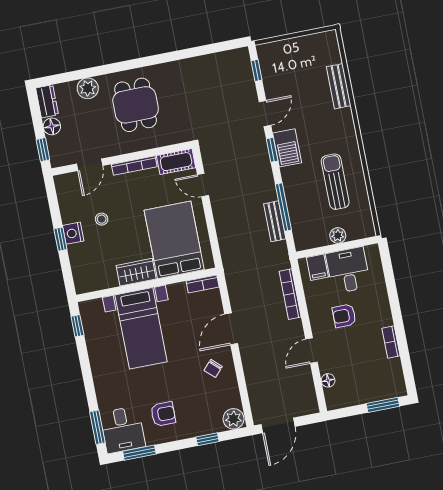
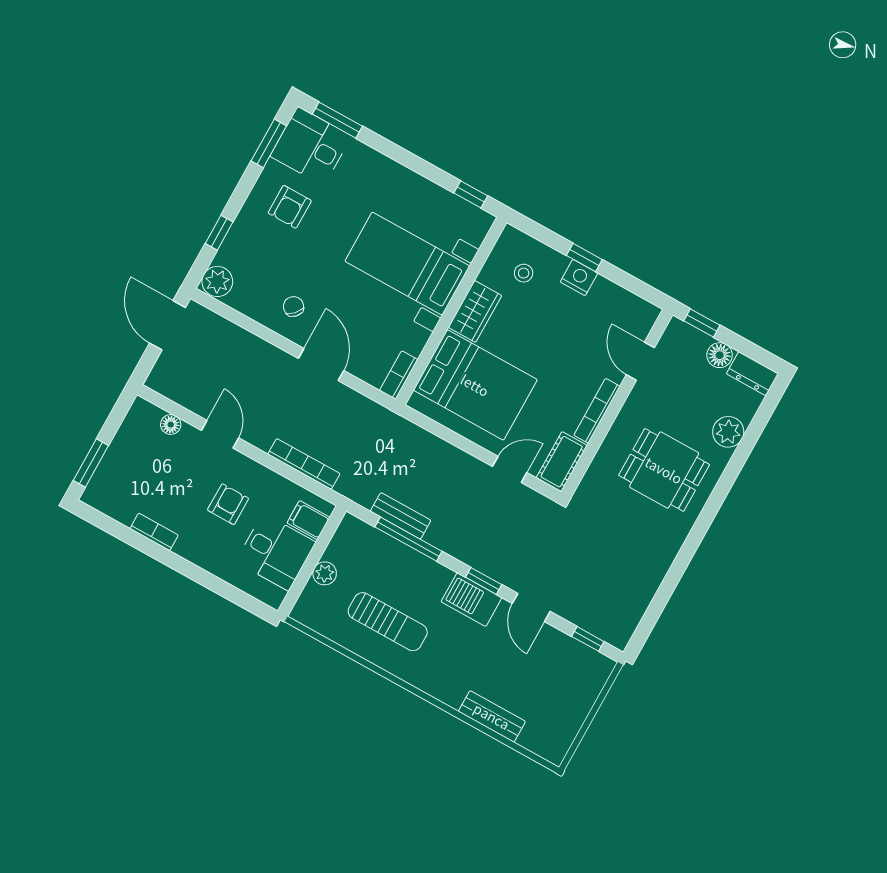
stool: (102, 219) -> (524, 273), moved

